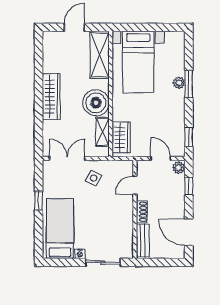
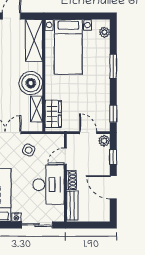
plant: (179, 83) -> (105, 32), moved
desk: (116, 217) -> (48, 185), added
door: (189, 232) -> (113, 187), moved

